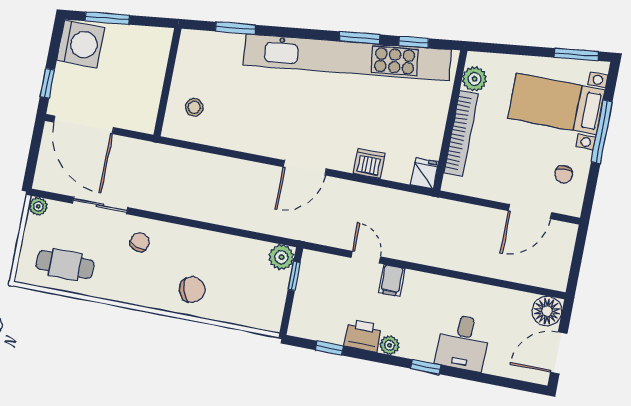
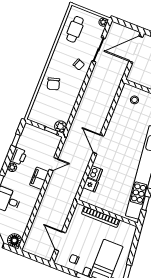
plant: (475, 79) -> (124, 227), removed
fridge: (424, 173) -> (91, 185), moved
filing cabinet: (392, 280) -> (39, 178), width x2.00

